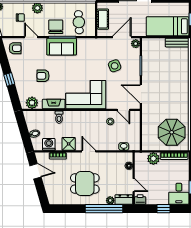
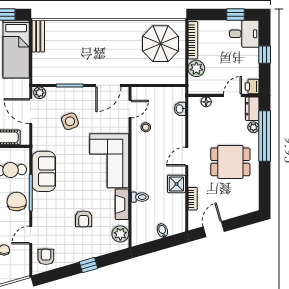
chair: (56, 27) -> (17, 202), turned 87
sofa: (62, 47) -> (44, 171), moved
washing machine: (49, 144) -> (177, 211), removed
dining table: (85, 184) -> (230, 162), turned 90

